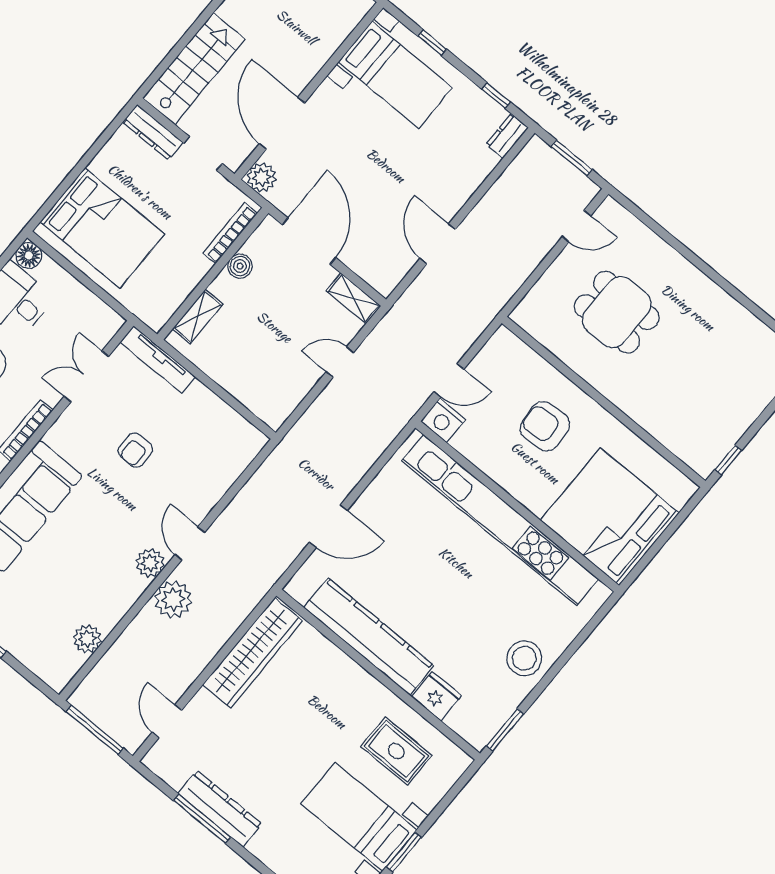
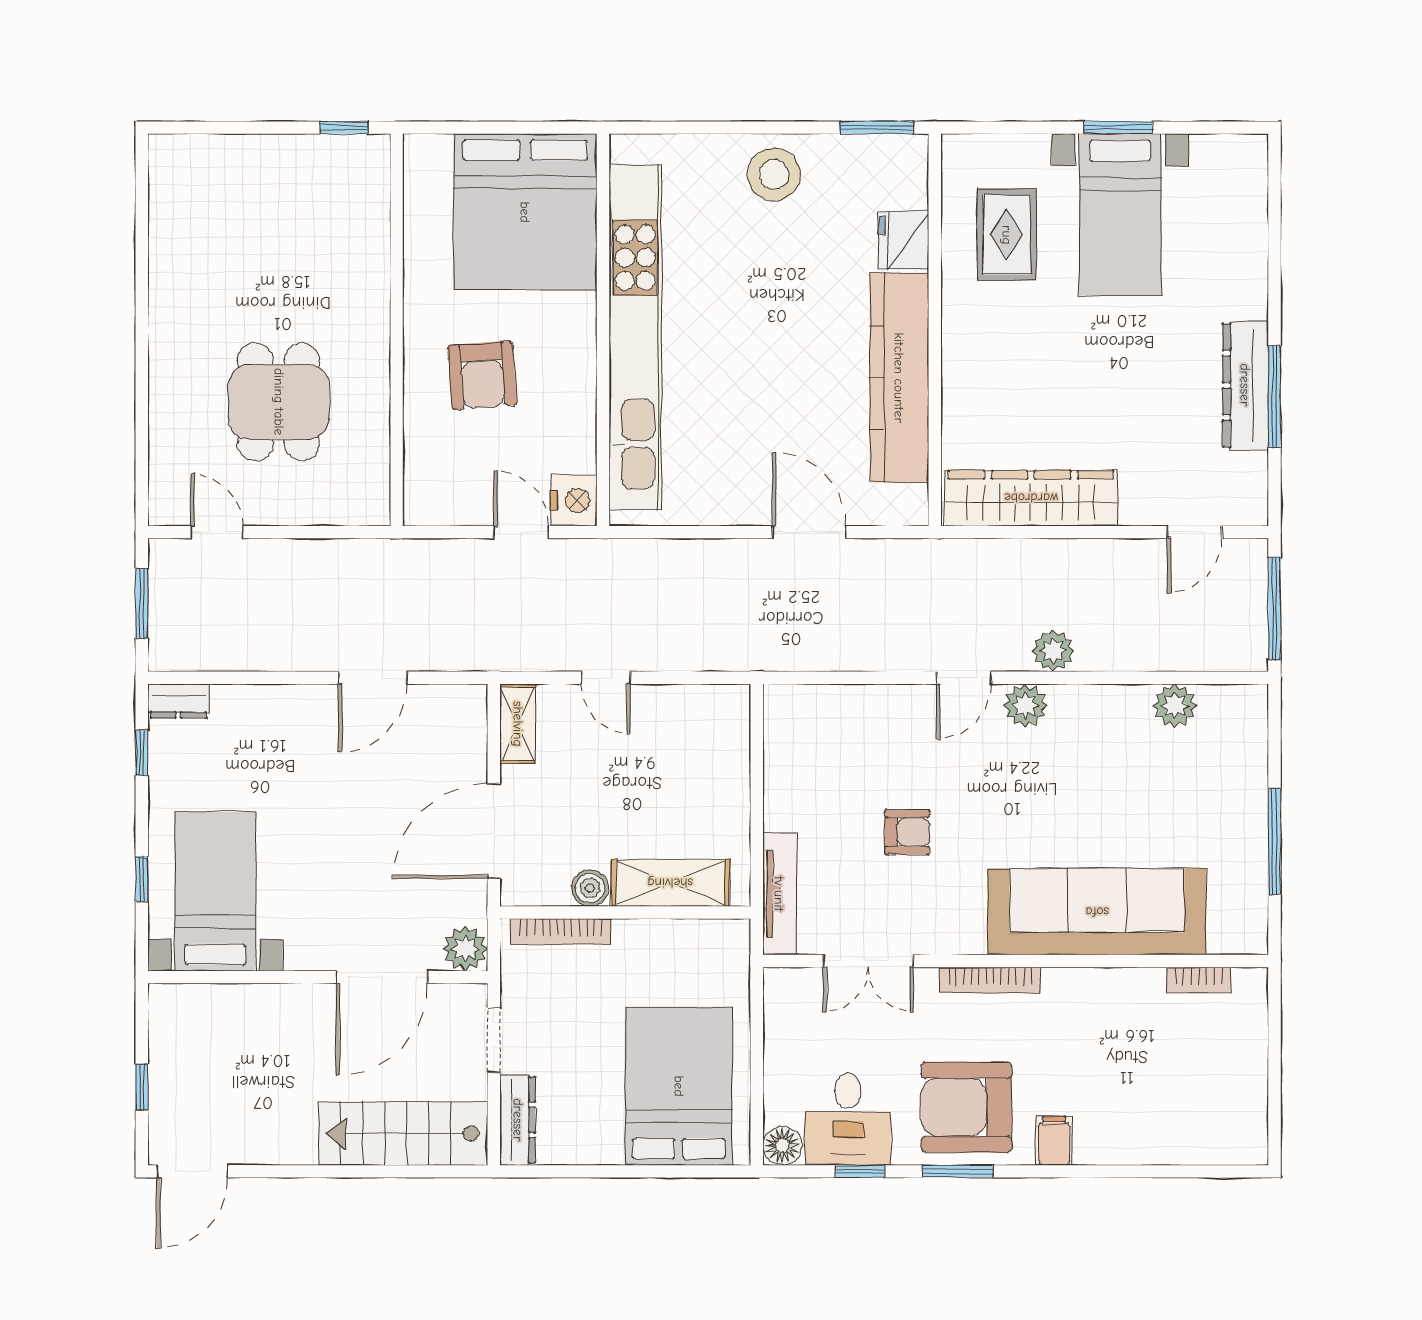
shelving: (198, 316) -> (670, 883), width x1.50, depth x1.33
plant: (173, 599) -> (1053, 651), width x0.73, depth x0.73

